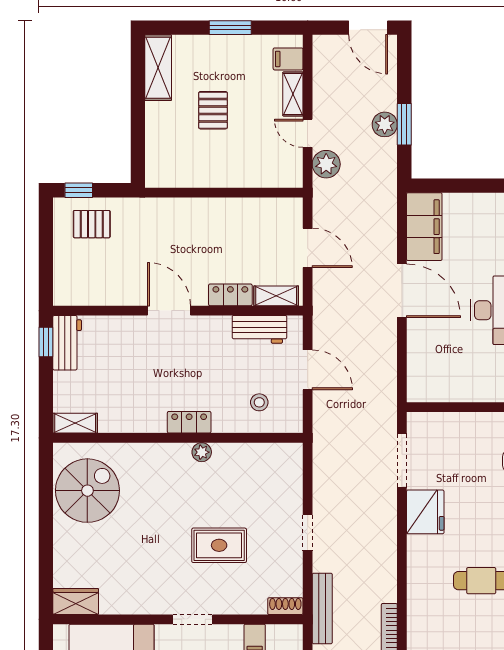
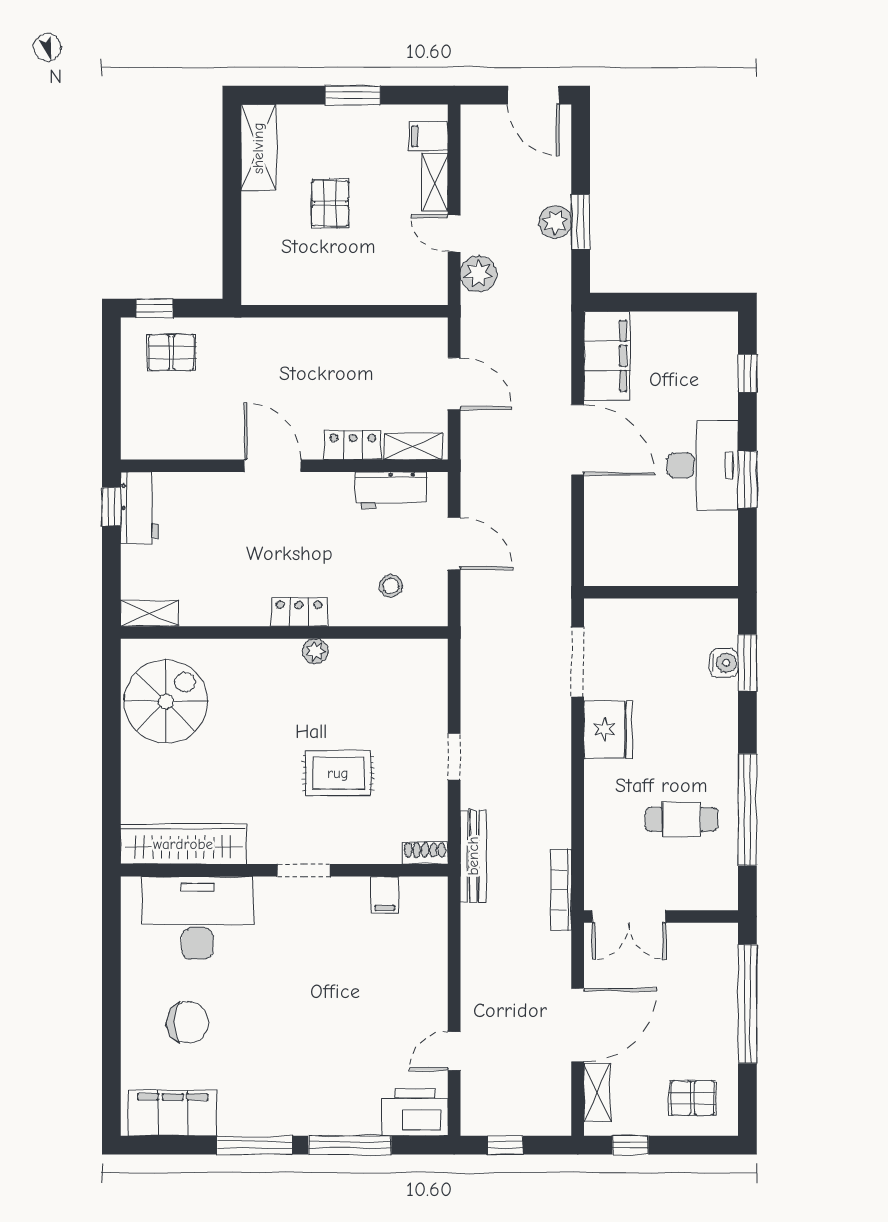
wardrobe: (76, 601) -> (183, 844), width x2.10, depth x1.17

